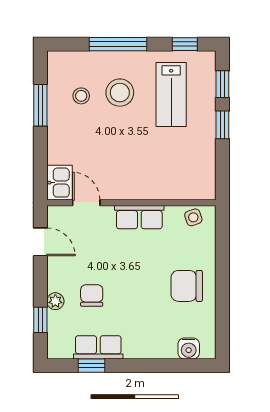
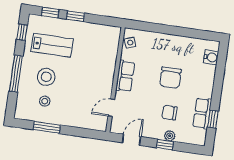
kitchen sink: (59, 183) -> (96, 122), removed
chair: (187, 286) -> (170, 78), moved
window: (40, 320) -> (165, 145), moved

